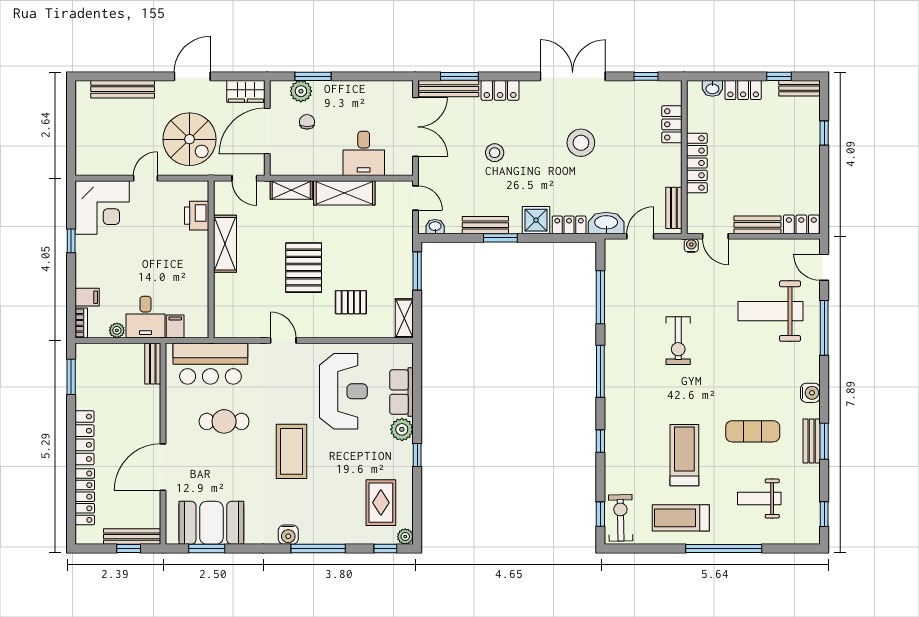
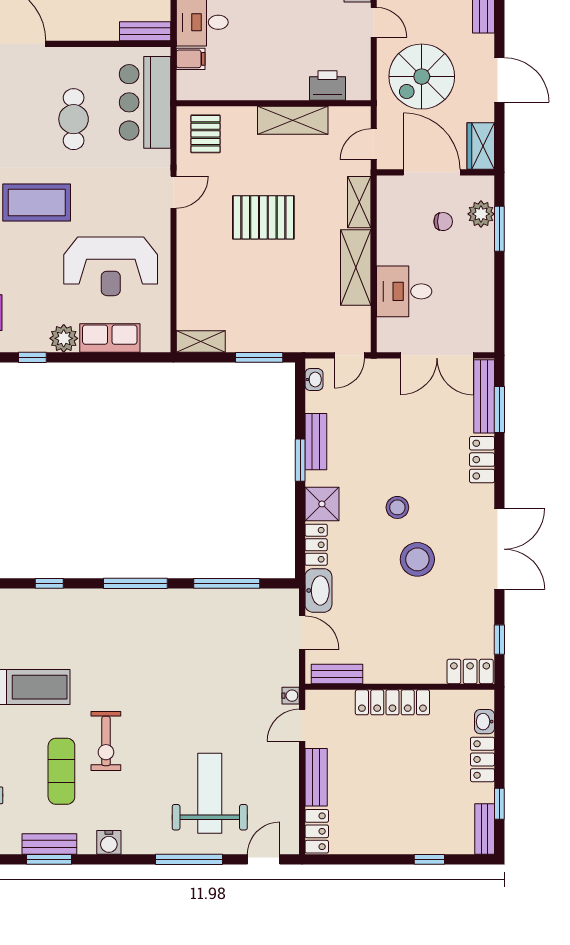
locker: (672, 124) -> (470, 672), moved
stool: (495, 153) -> (397, 507), moved
pallet: (351, 302) -> (206, 134), moved
exercise bike: (678, 341) -> (106, 741), moved, turned -90

